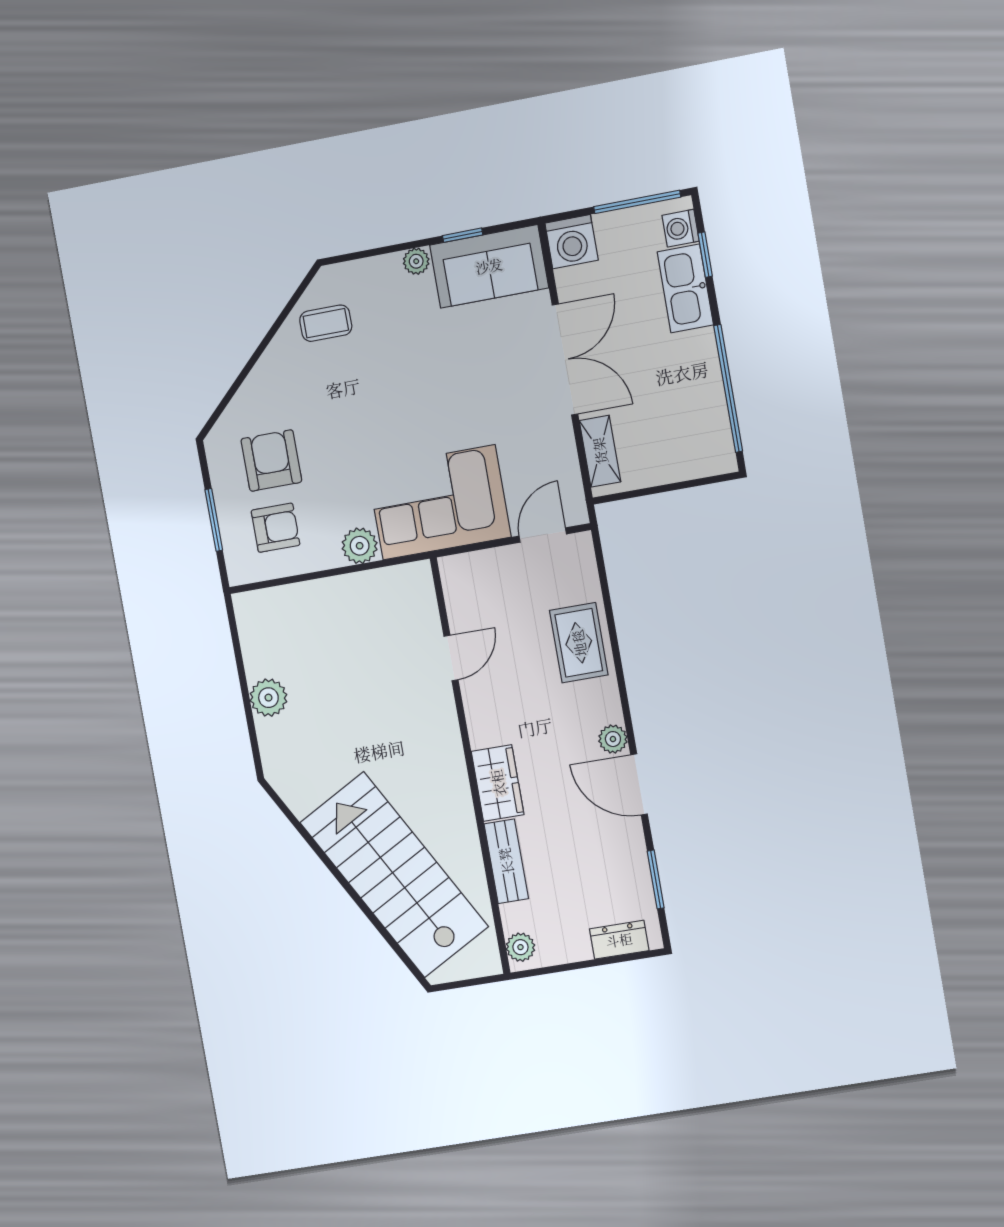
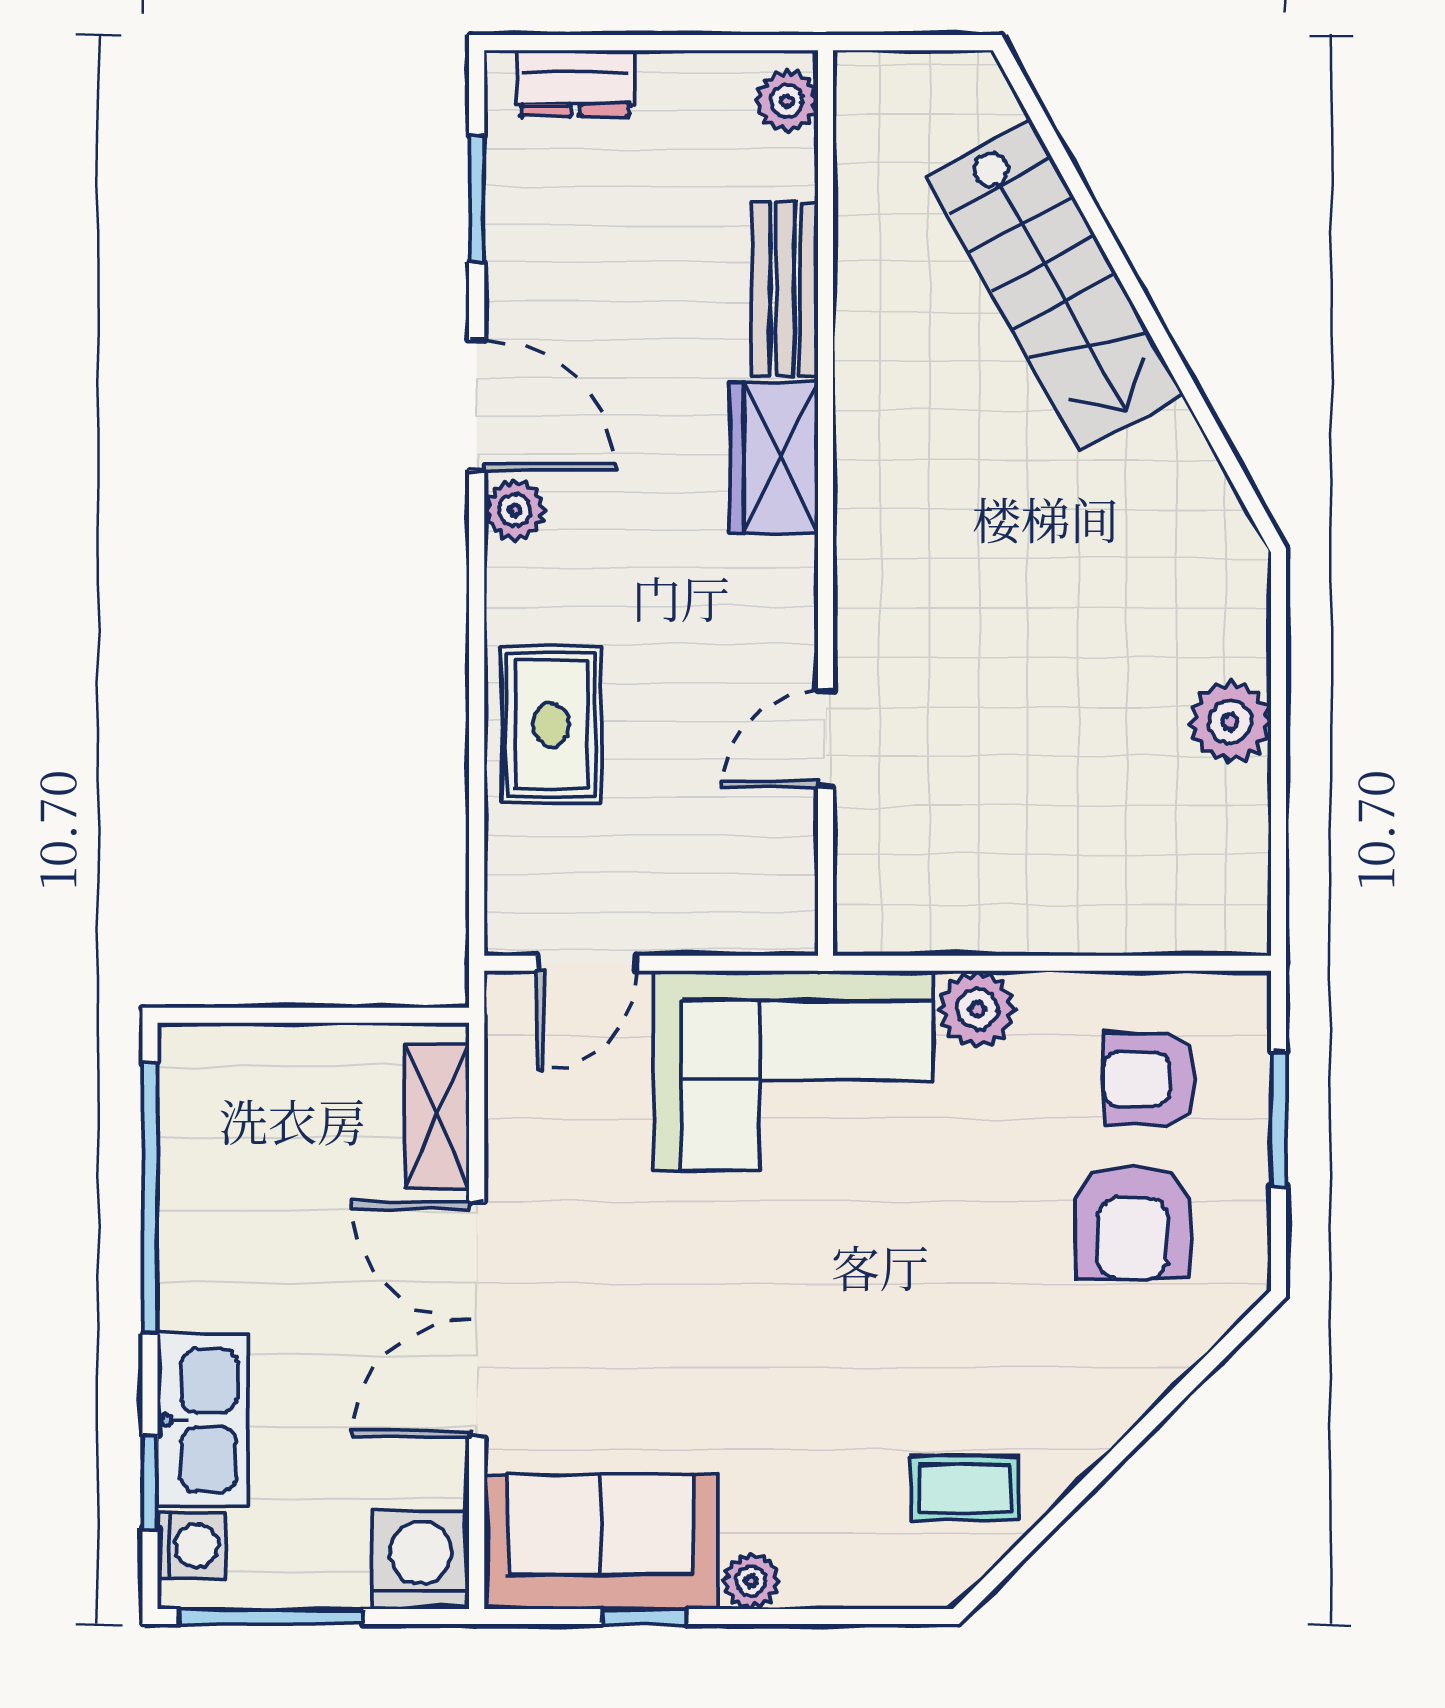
stairs: (394, 875) -> (1055, 285), width x0.73, depth x0.66

